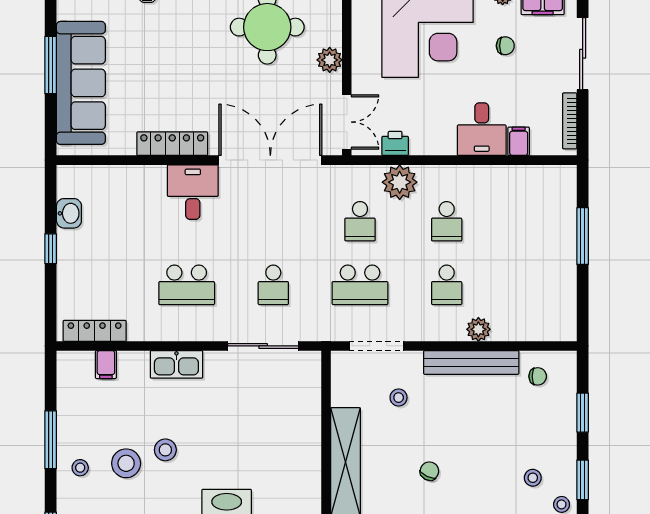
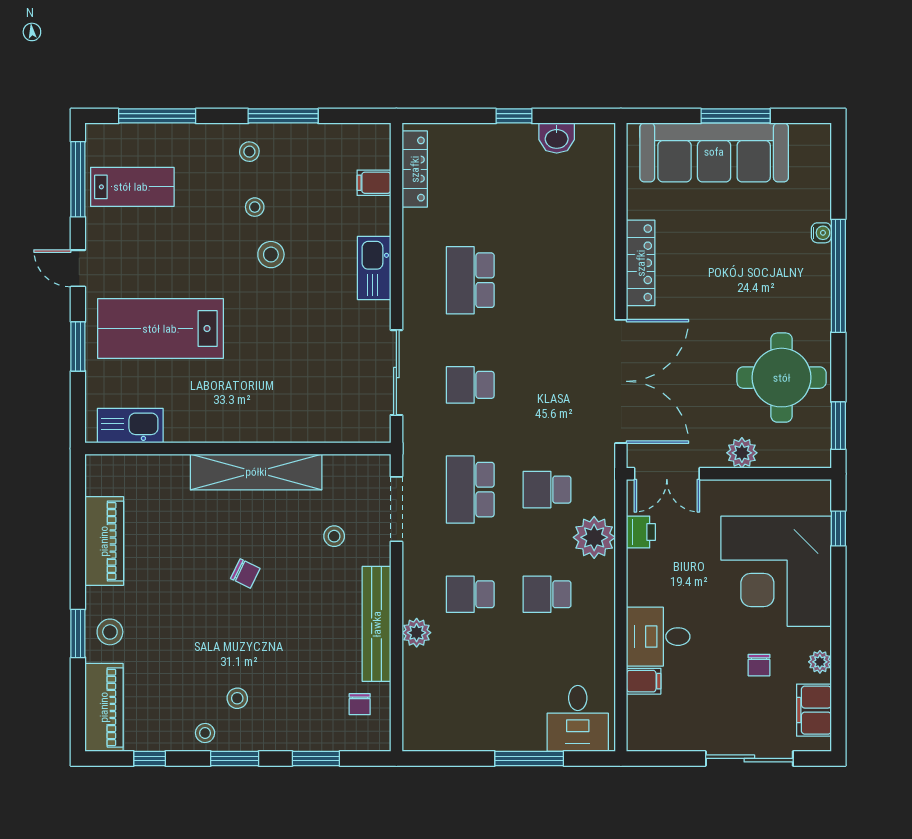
bookcase: (570, 121) -> (668, 743), removed
desk: (193, 192) -> (578, 718), moved, turned 90
stool: (126, 463) -> (255, 207), width x0.53, depth x0.53

